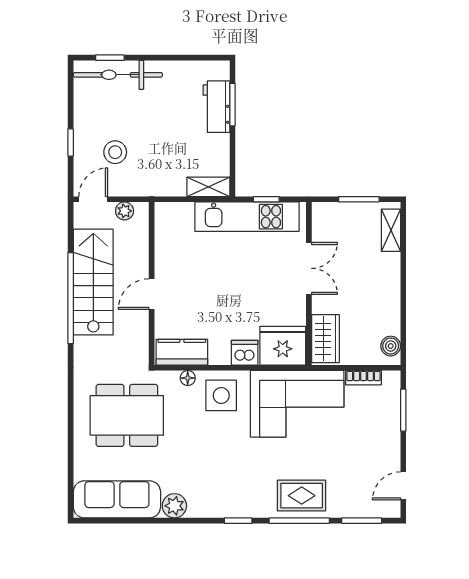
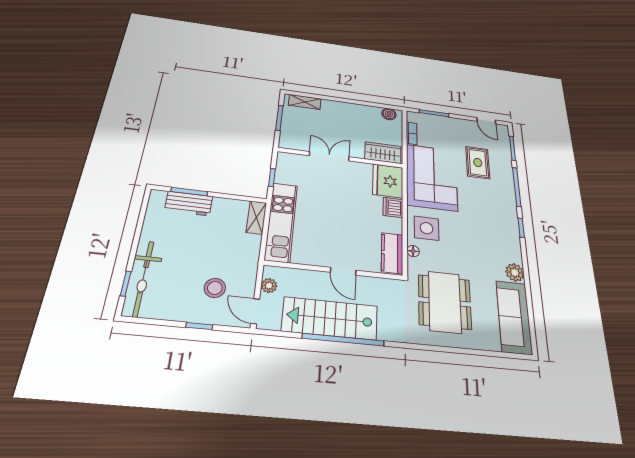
kitchen unit: (247, 217) -> (281, 222), moved
rug: (302, 496) -> (478, 163), moved

